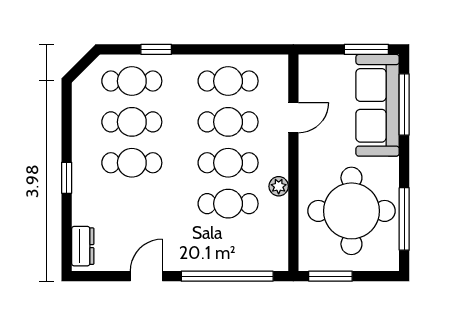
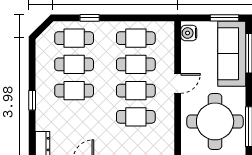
water cooler: (311, 73) -> (189, 33), added
door: (293, 118) -> (178, 83), moved
plant: (279, 186) -> (168, 106), removed

